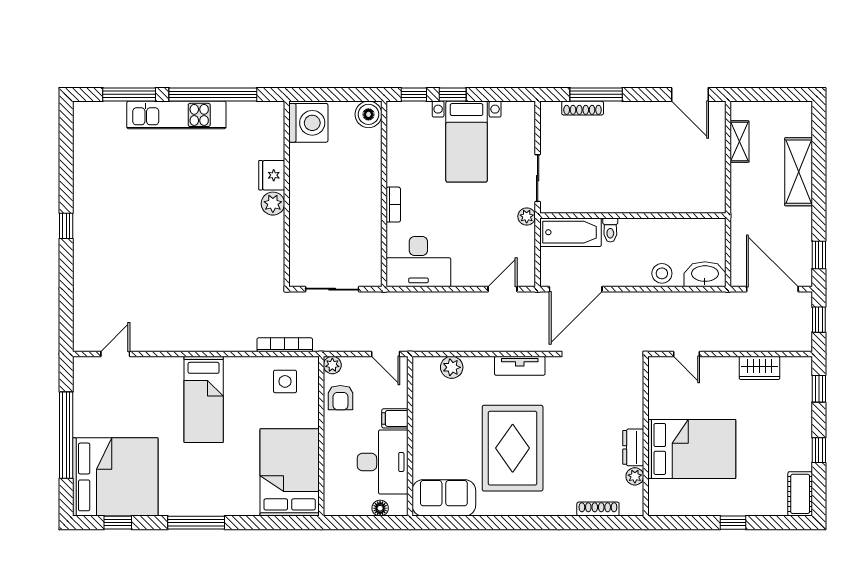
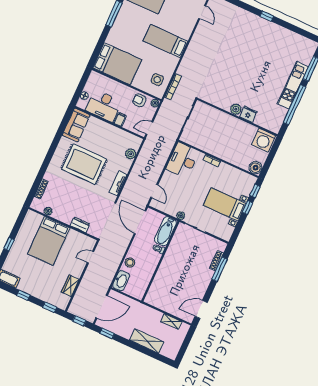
dresser: (633, 447) -> (80, 225), moved

